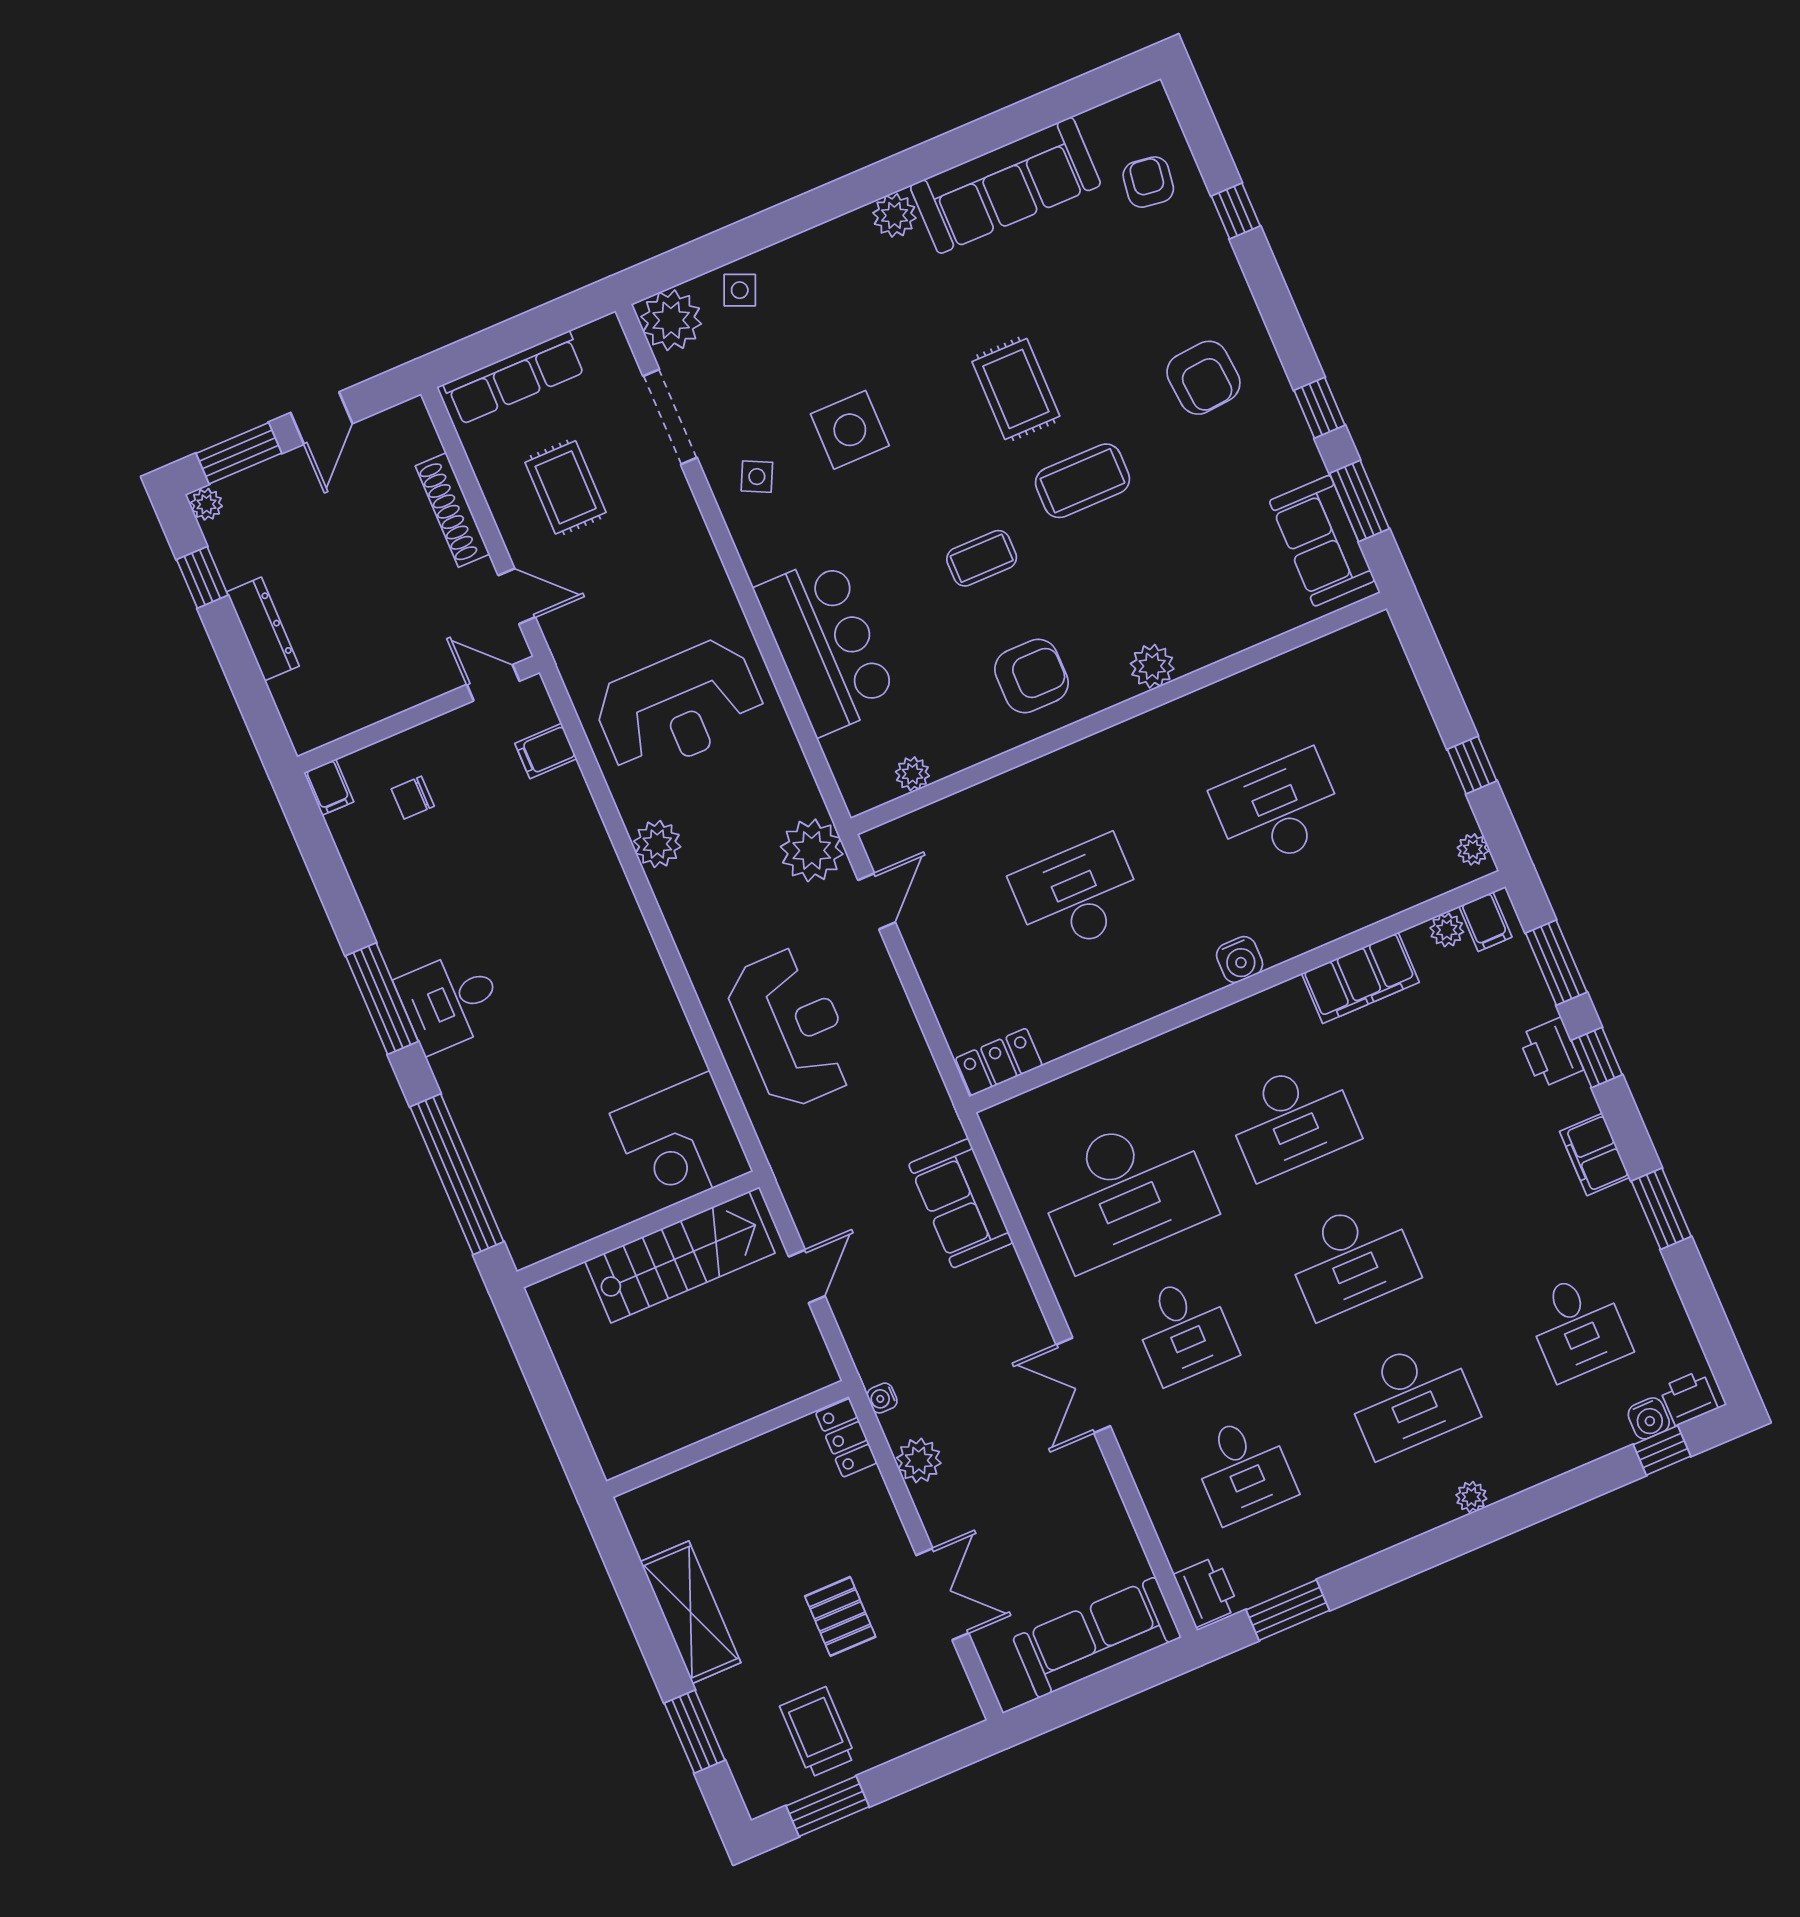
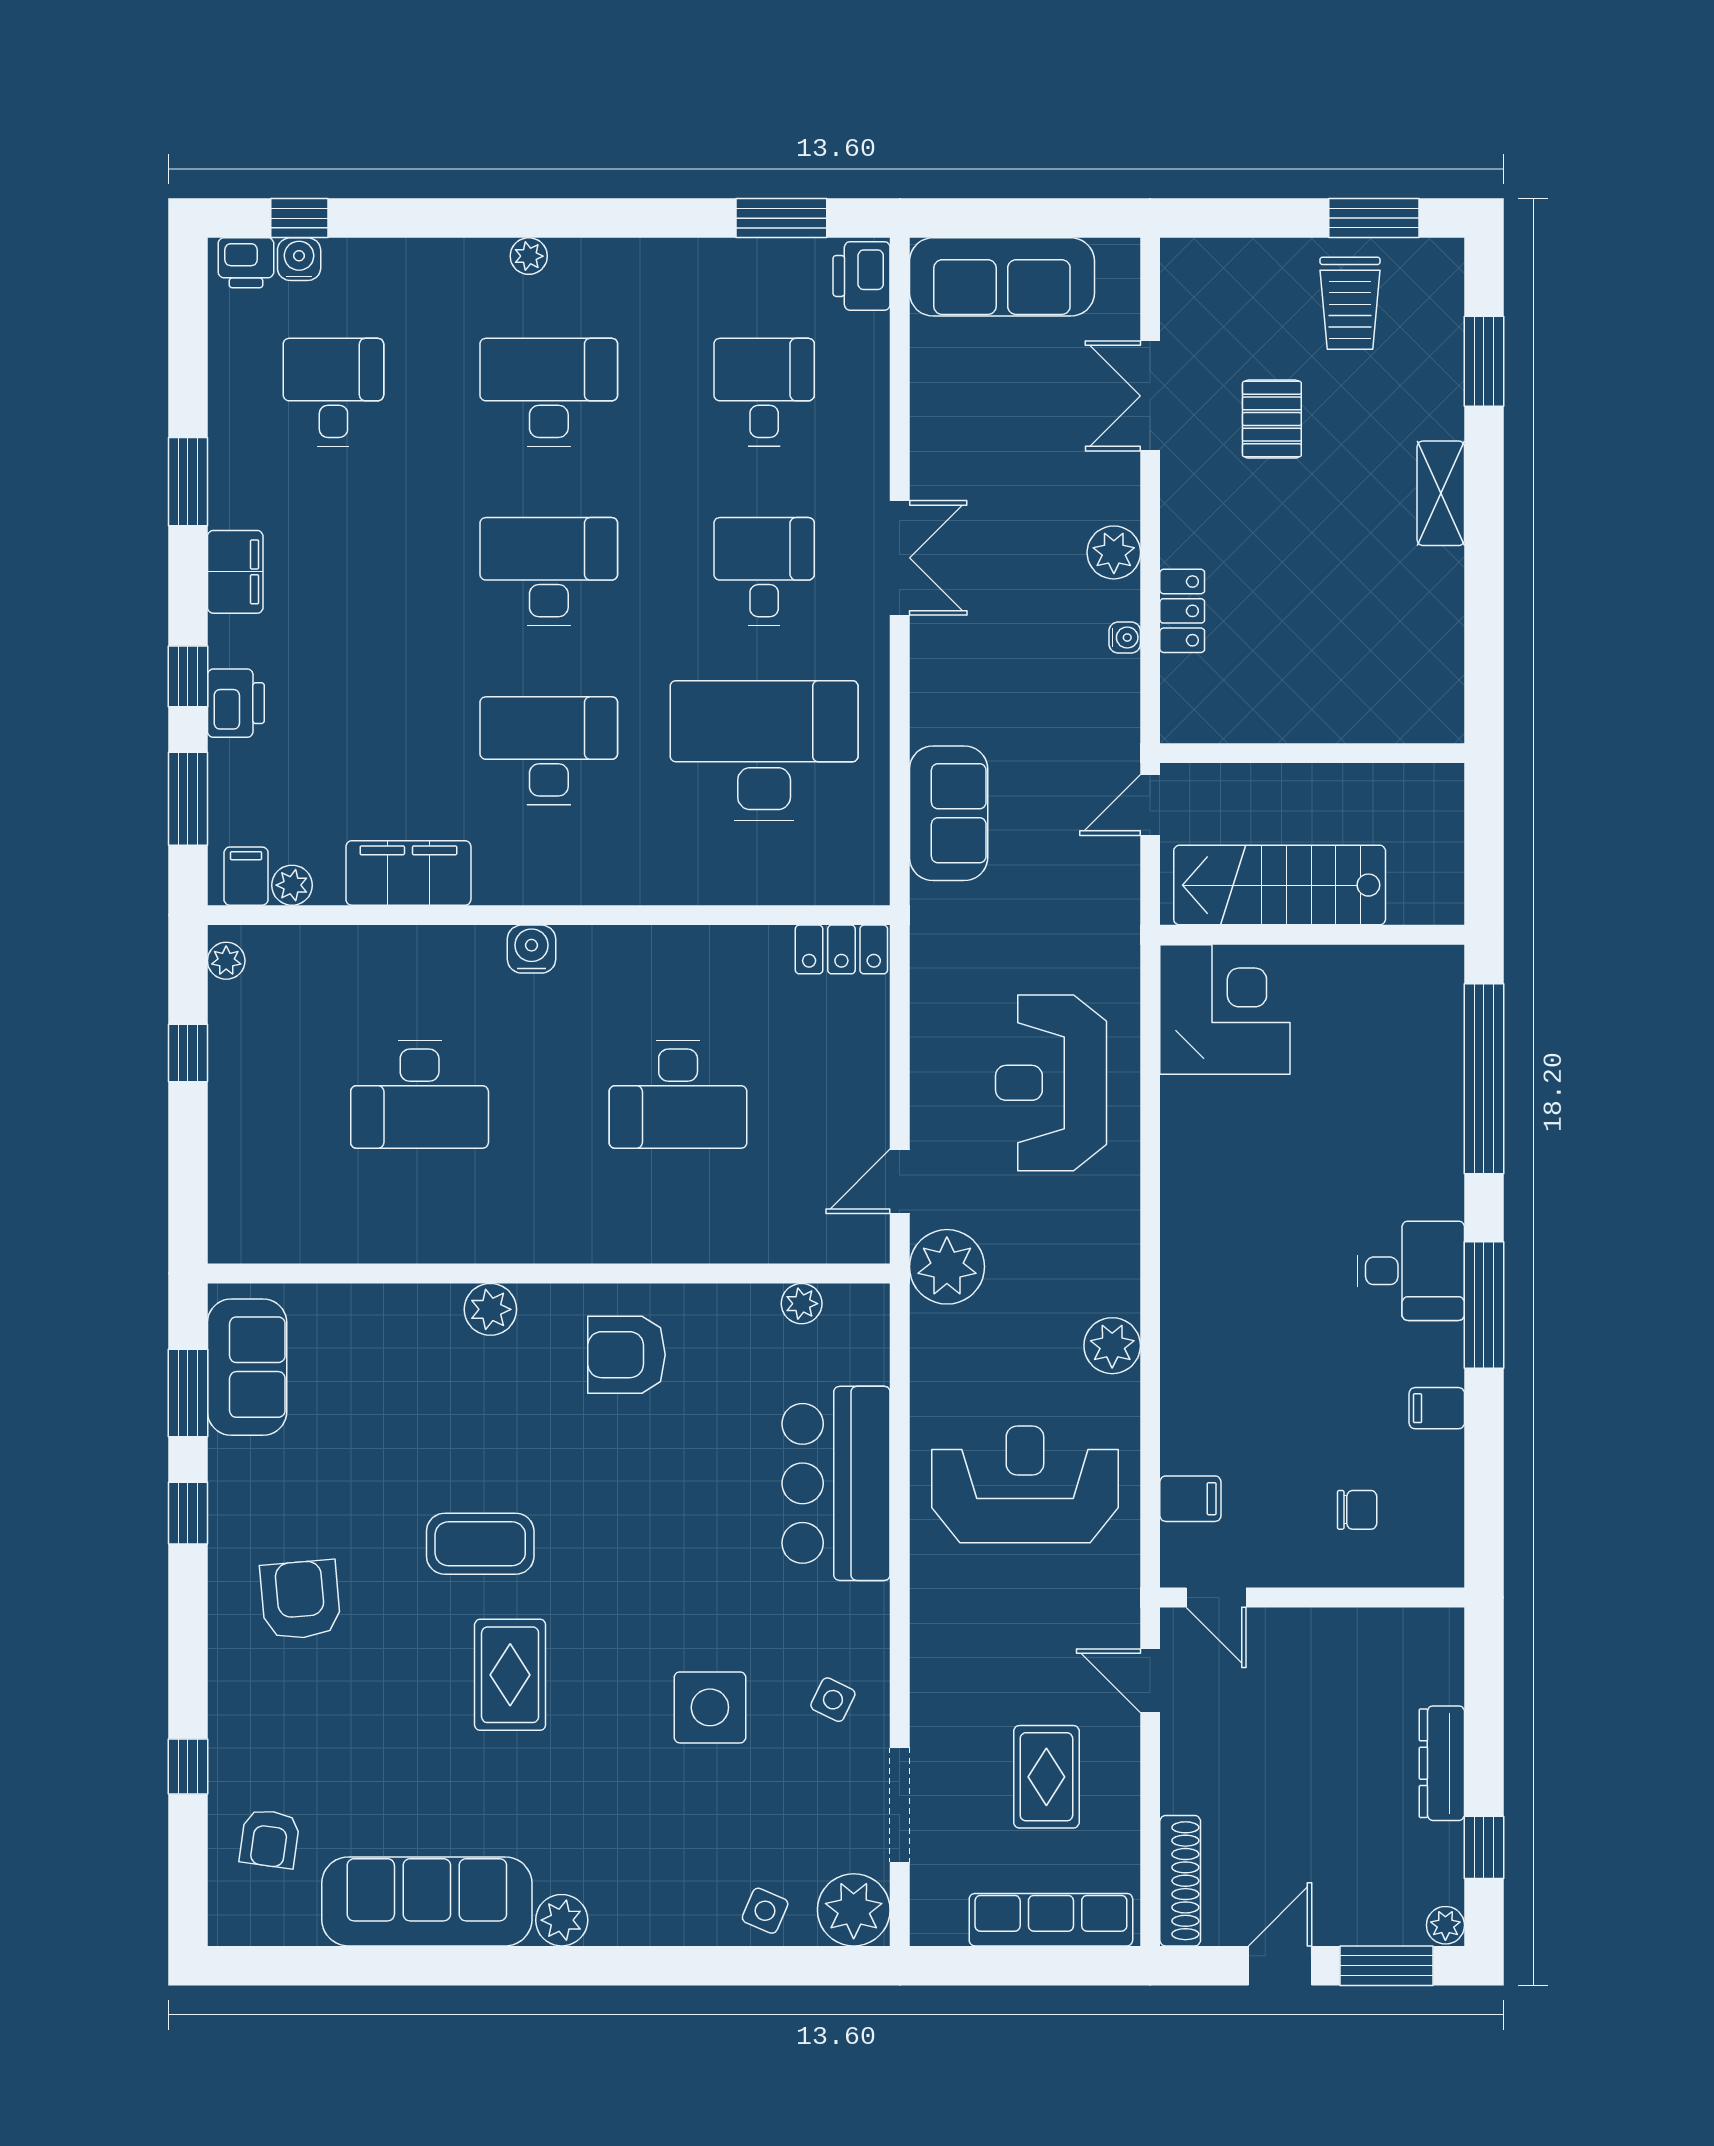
shoe rack: (452, 510) -> (1180, 1881), moved
coffee table: (982, 558) -> (626, 1506), removed
filing cabinet: (329, 787) -> (1437, 1408), moved, turned -90
wall: (728, 1439) -> (1312, 753), moved
shelving: (691, 1612) -> (1441, 493), width x0.67, depth x0.75

